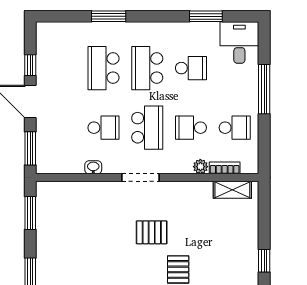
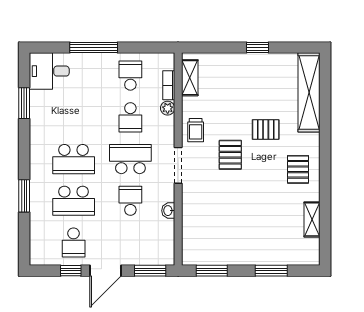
school desk: (191, 68) -> (74, 242), moved, turned 180
trolley: (177, 196) -> (196, 130), added

